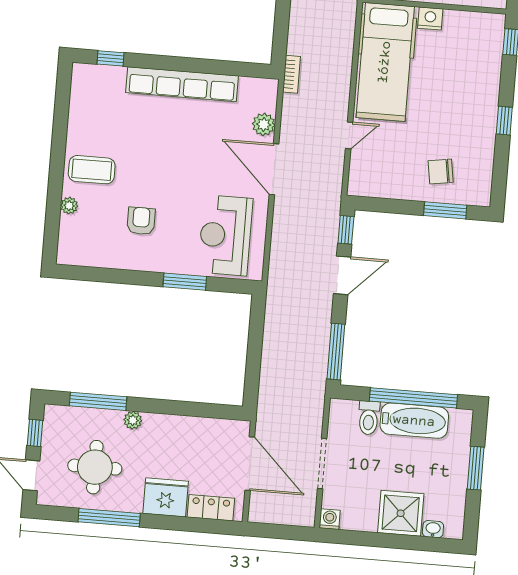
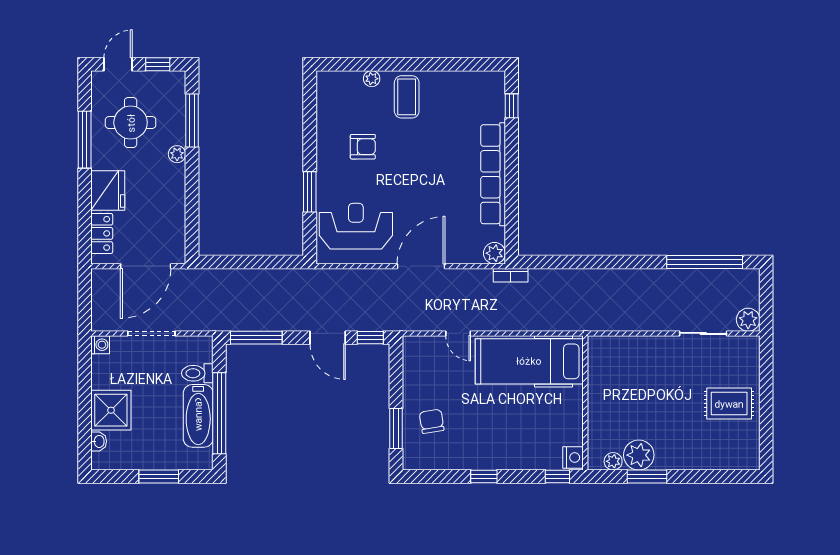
nightstand: (430, 19) -> (573, 457), moved
plant: (264, 124) -> (494, 253), moved

